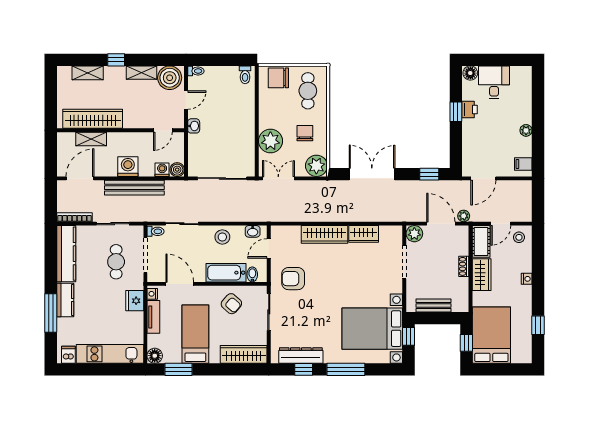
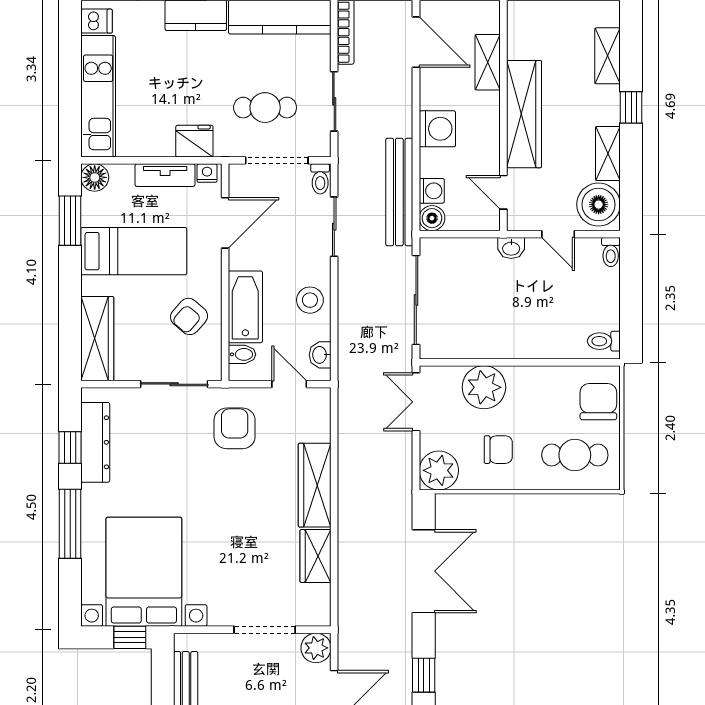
wardrobe: (93, 119) -> (524, 114), moved
double door: (278, 178) -> (416, 402), swing flipped
bench: (134, 188) -> (399, 192), moved

